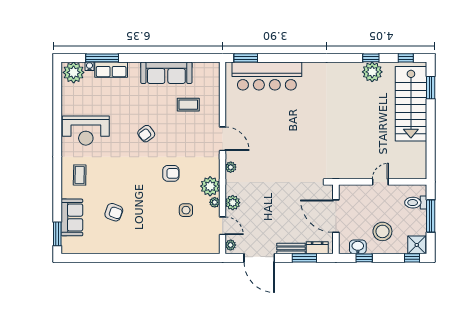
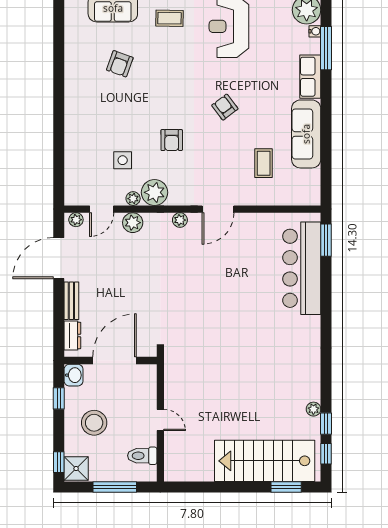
window: (371, 58) -> (326, 424), moved
row of seats: (111, 70) -> (310, 77), moved
plant: (372, 72) -> (313, 409), width x0.53, depth x0.53
toilet: (416, 203) -> (142, 456), moved, turned -90
washbasin: (358, 247) -> (74, 375), moved
window: (304, 258) -> (59, 318), removed

